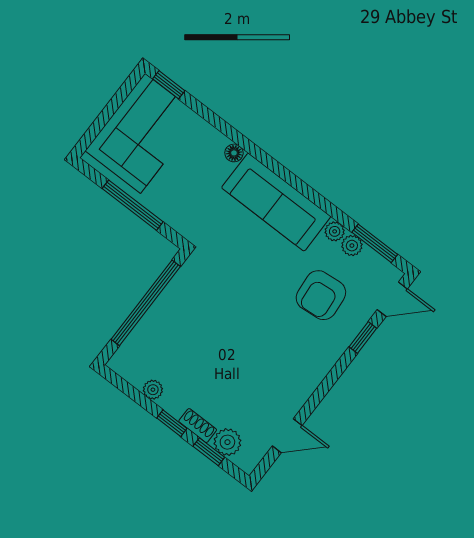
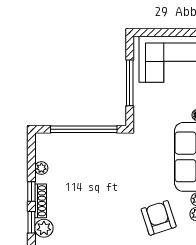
armchair: (321, 295) -> (159, 218), turned 77
shoe rack: (198, 426) -> (41, 201), width x1.43

